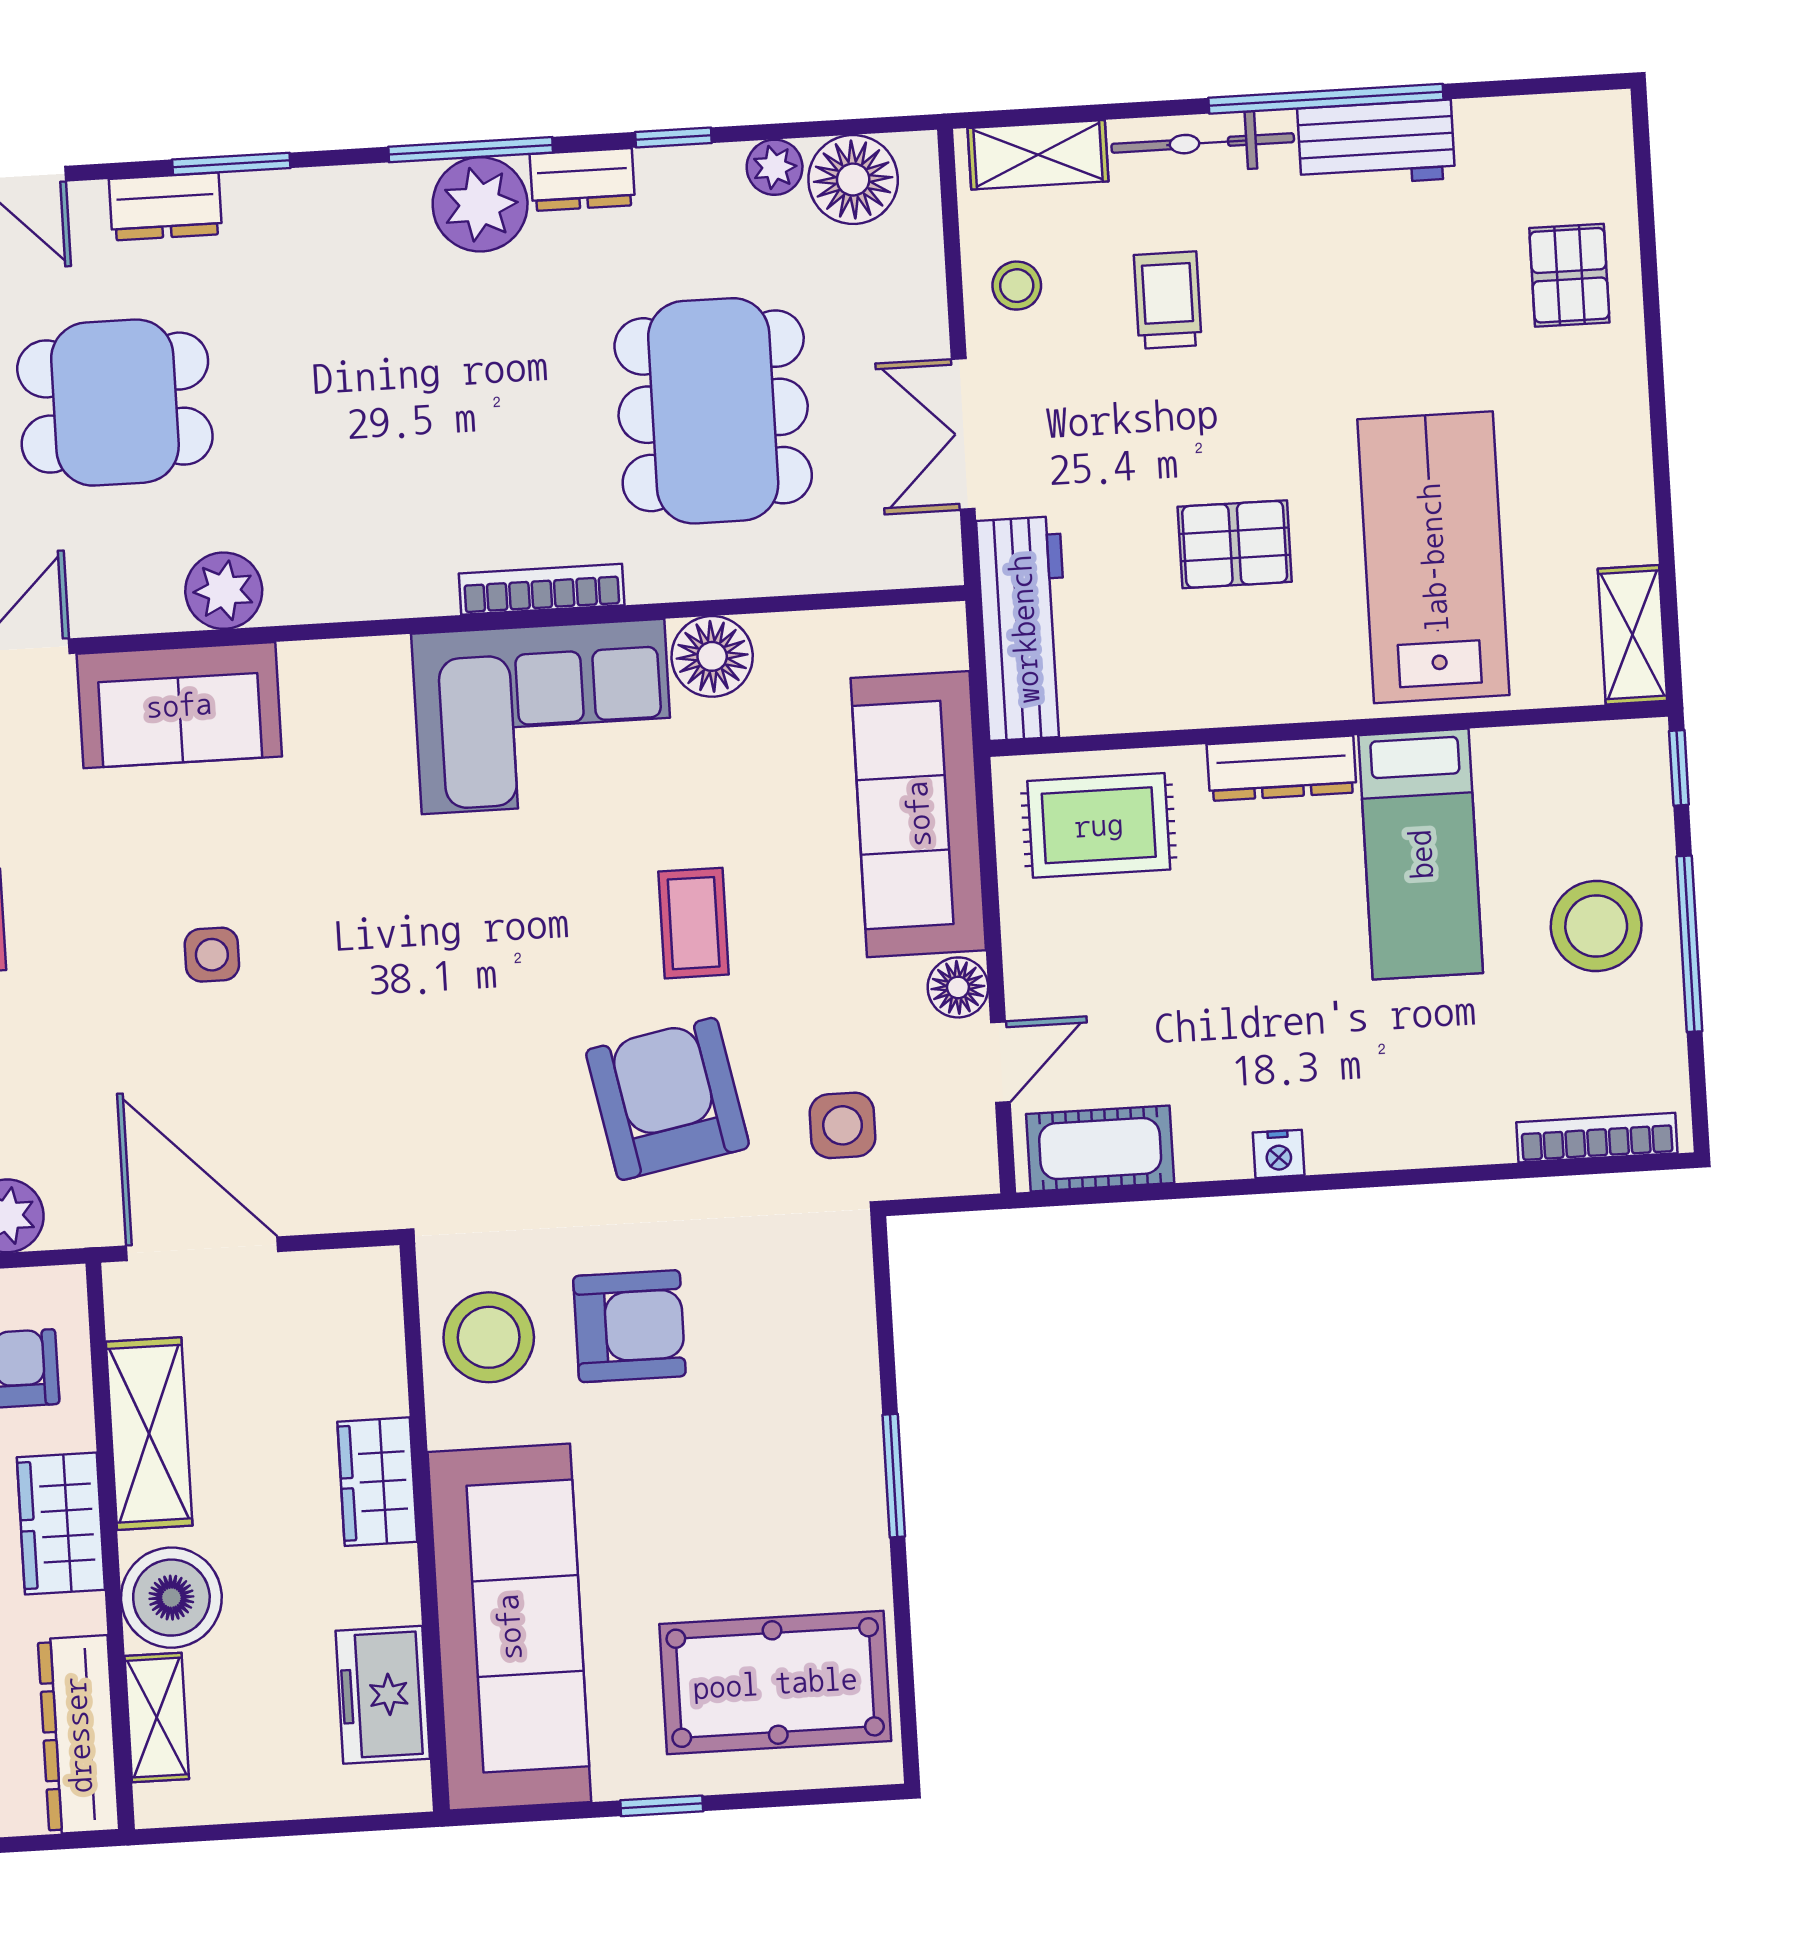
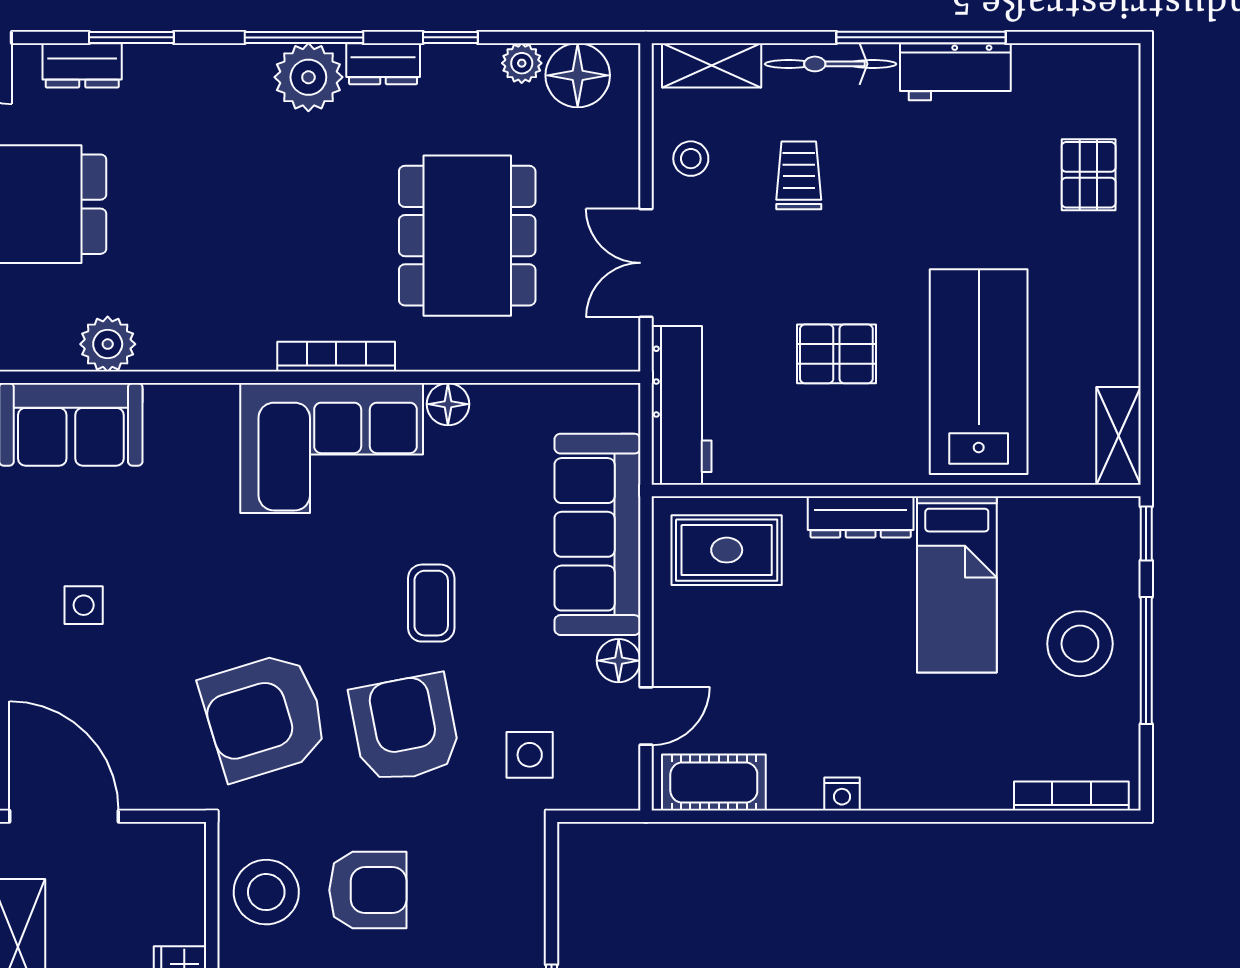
floor lamp: (712, 656) -> (448, 404), width x0.73, depth x0.73
armchair: (472, 1094) -> (264, 716), added

